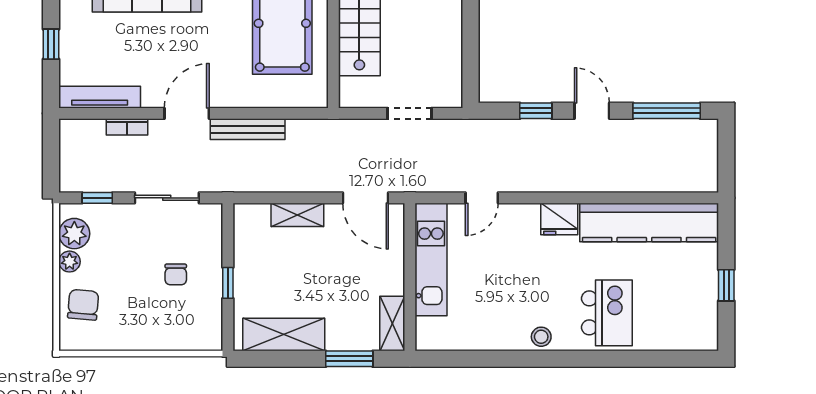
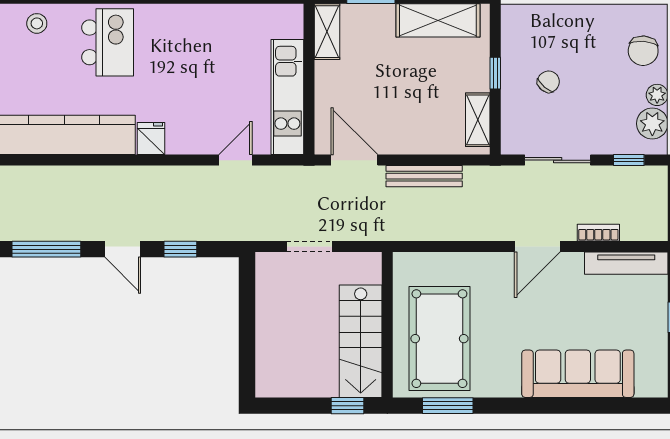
bench: (248, 129) -> (424, 176), moved
shelving: (297, 215) -> (478, 120), moved, turned 90
fridge: (559, 219) -> (151, 138), width x0.72
chair: (176, 274) -> (548, 82), turned 40
kitchen island: (607, 313) -> (108, 42), turned 180
stool: (541, 337) -> (37, 23), moved

